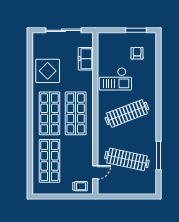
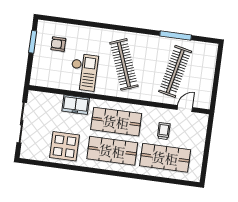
freezer: (86, 59) -> (76, 105), moved
door: (95, 172) -> (185, 109), hinge flipped
trolley: (80, 186) -> (164, 131), moved

